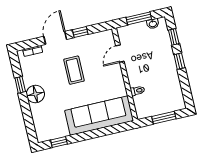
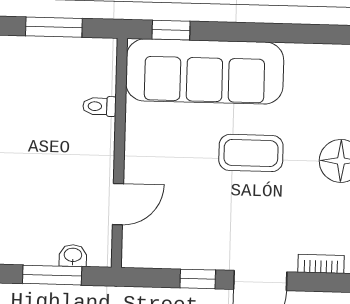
washbasin: (153, 24) -> (73, 256), moved
coffee table: (74, 70) -> (251, 153), moved, turned 90
window: (59, 142) -> (171, 30), moved

